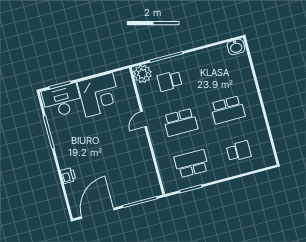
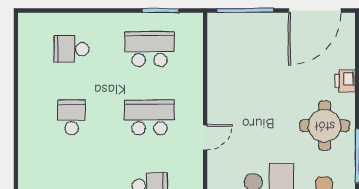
school desk: (228, 110) -> (72, 117), width x0.54
round table: (73, 145) -> (325, 126), added
school desk: (191, 164) -> (150, 49), turned 180

